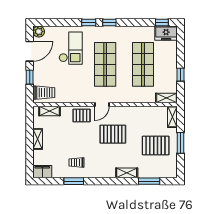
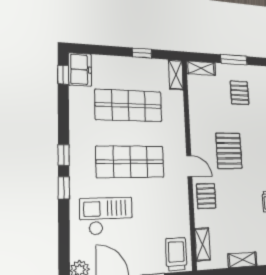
pallet: (156, 145) -> (240, 93), width x0.67, depth x0.71

